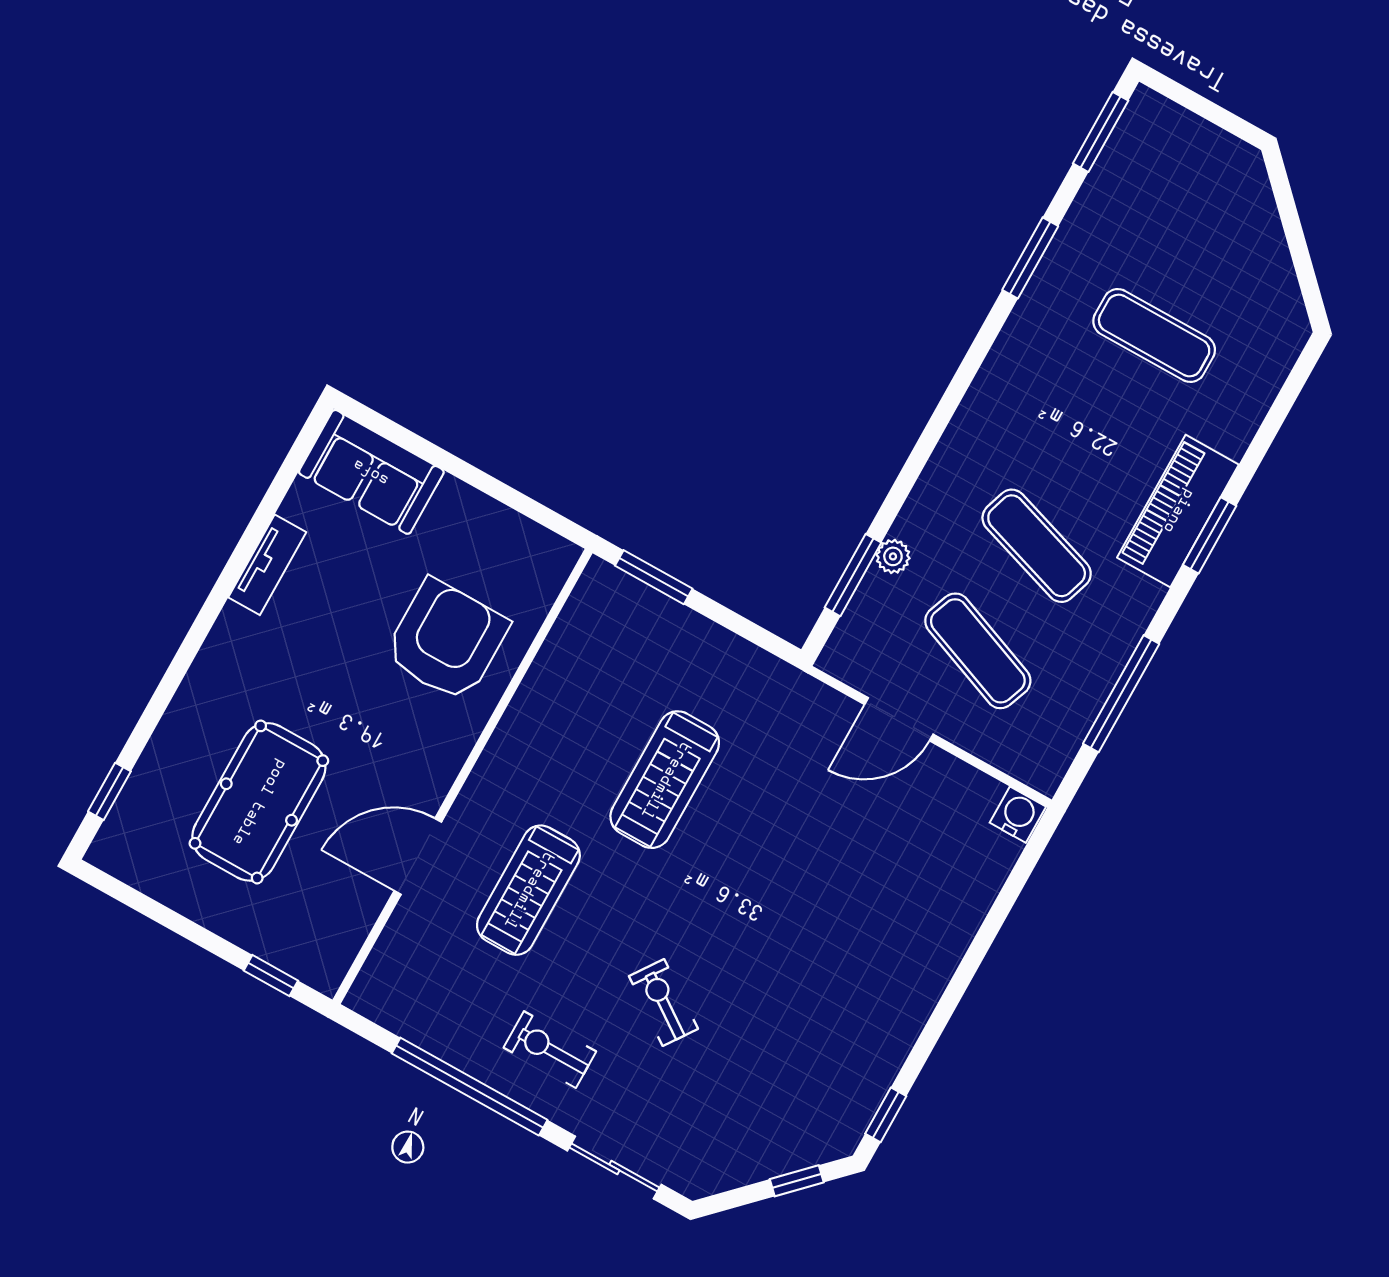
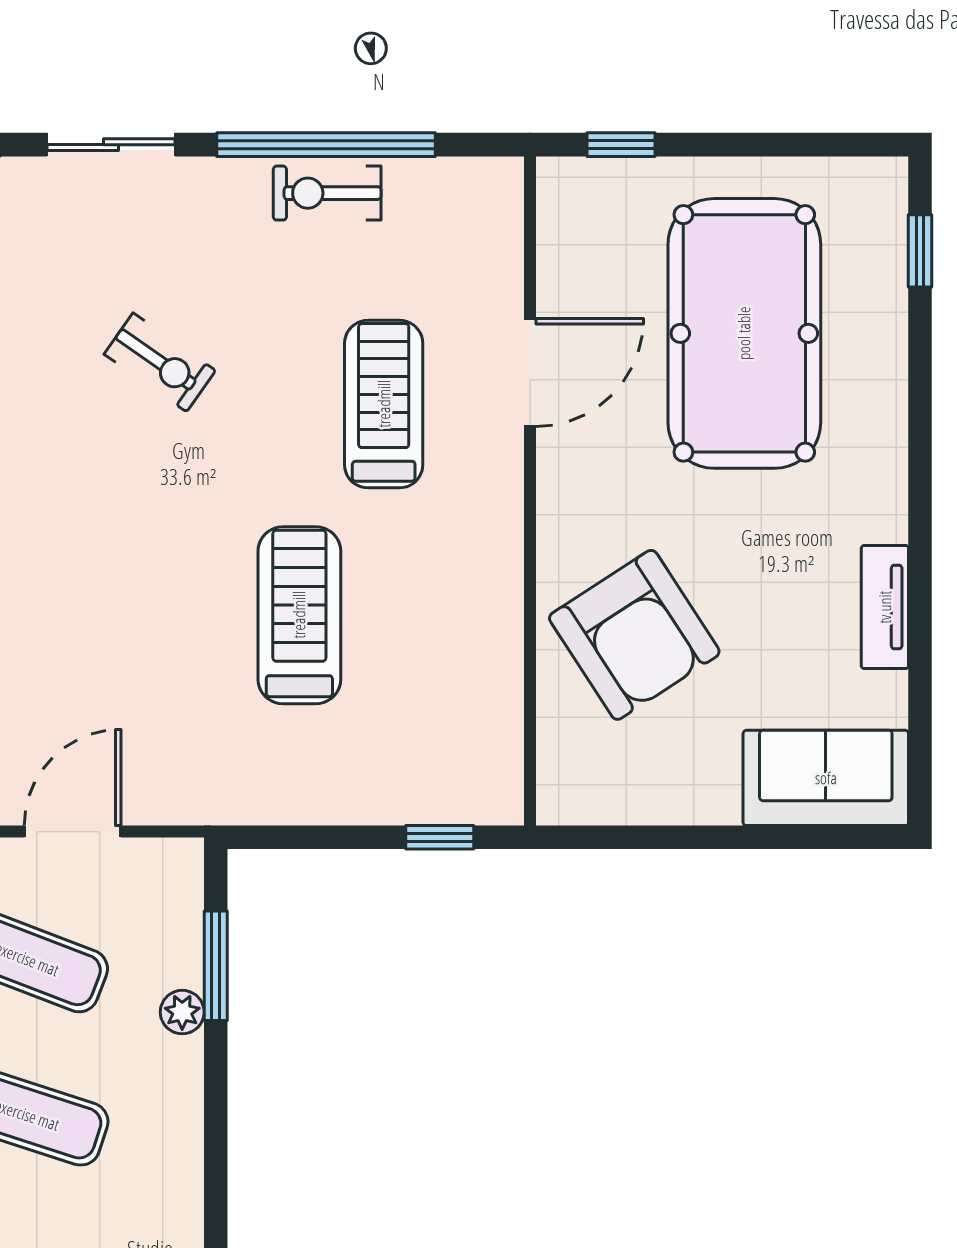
window: (654, 577) -> (440, 837), width x0.67
armchair: (446, 640) -> (634, 635), turned -33
pool table: (259, 802) -> (744, 333), width x1.36, depth x1.32
exercise bike: (550, 1050) -> (327, 193), moved, turned 180

